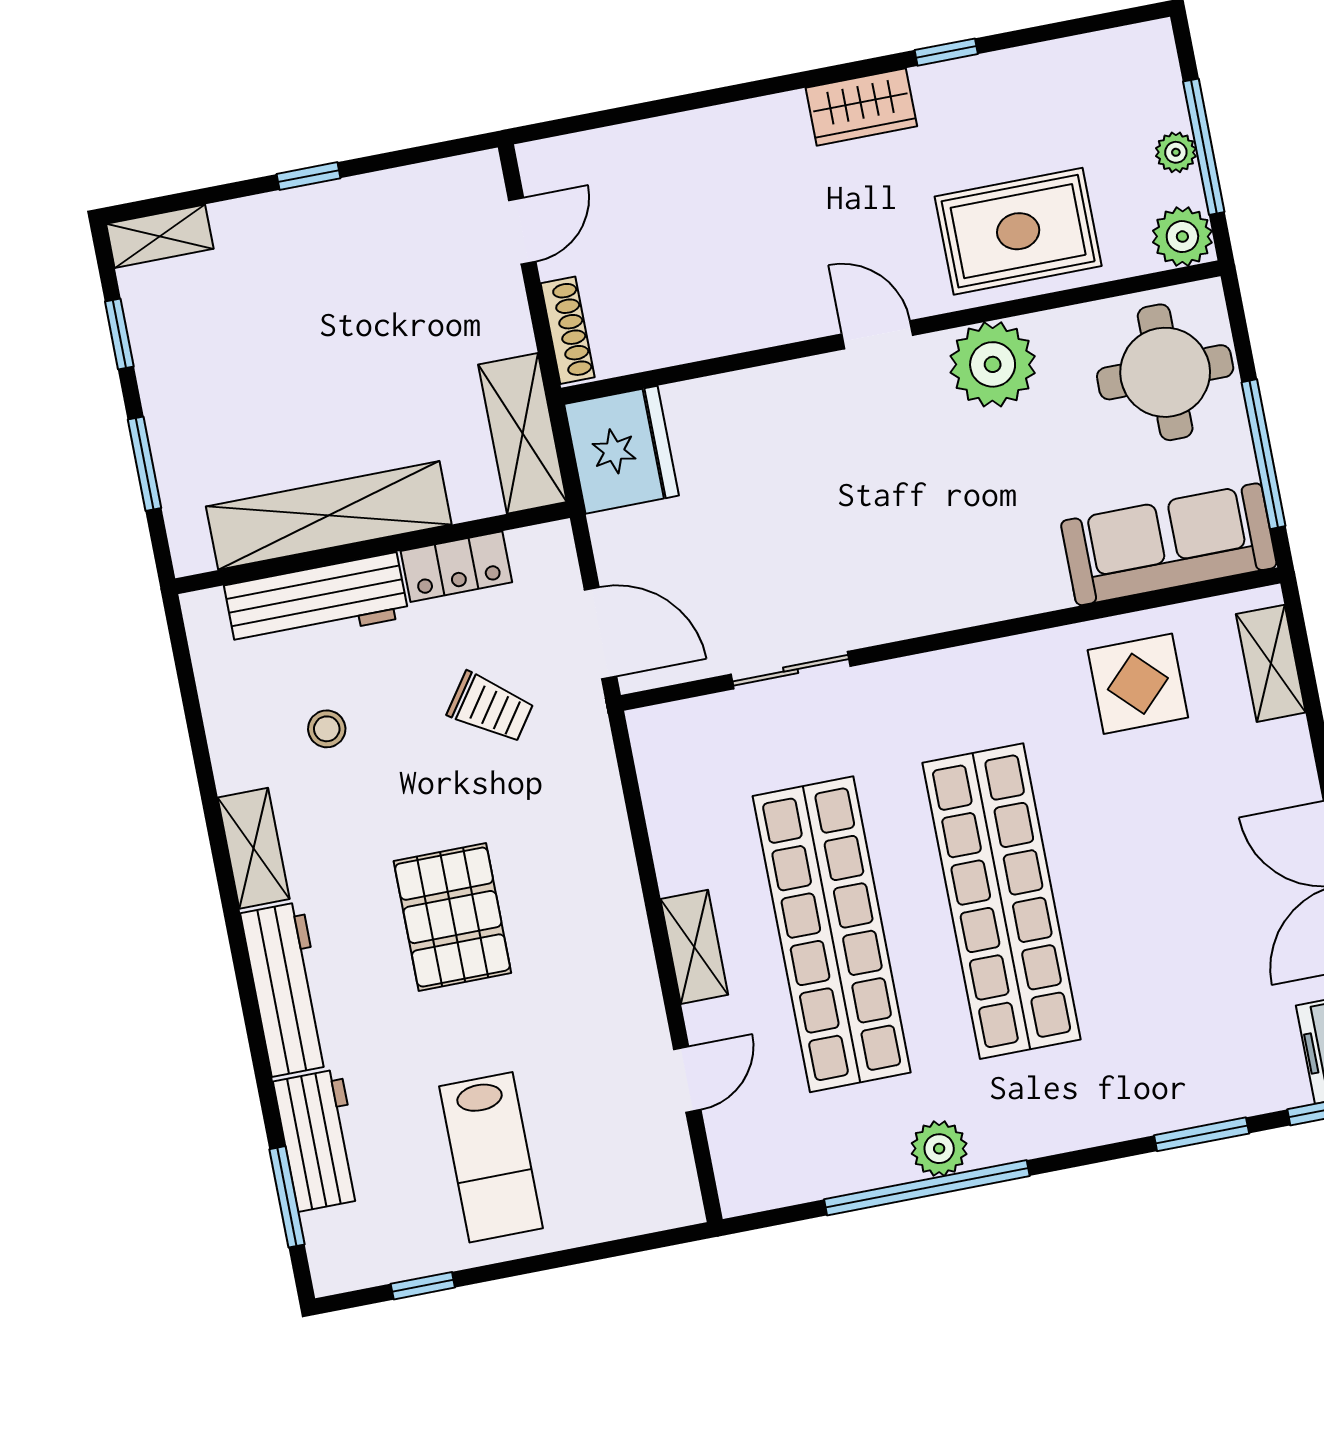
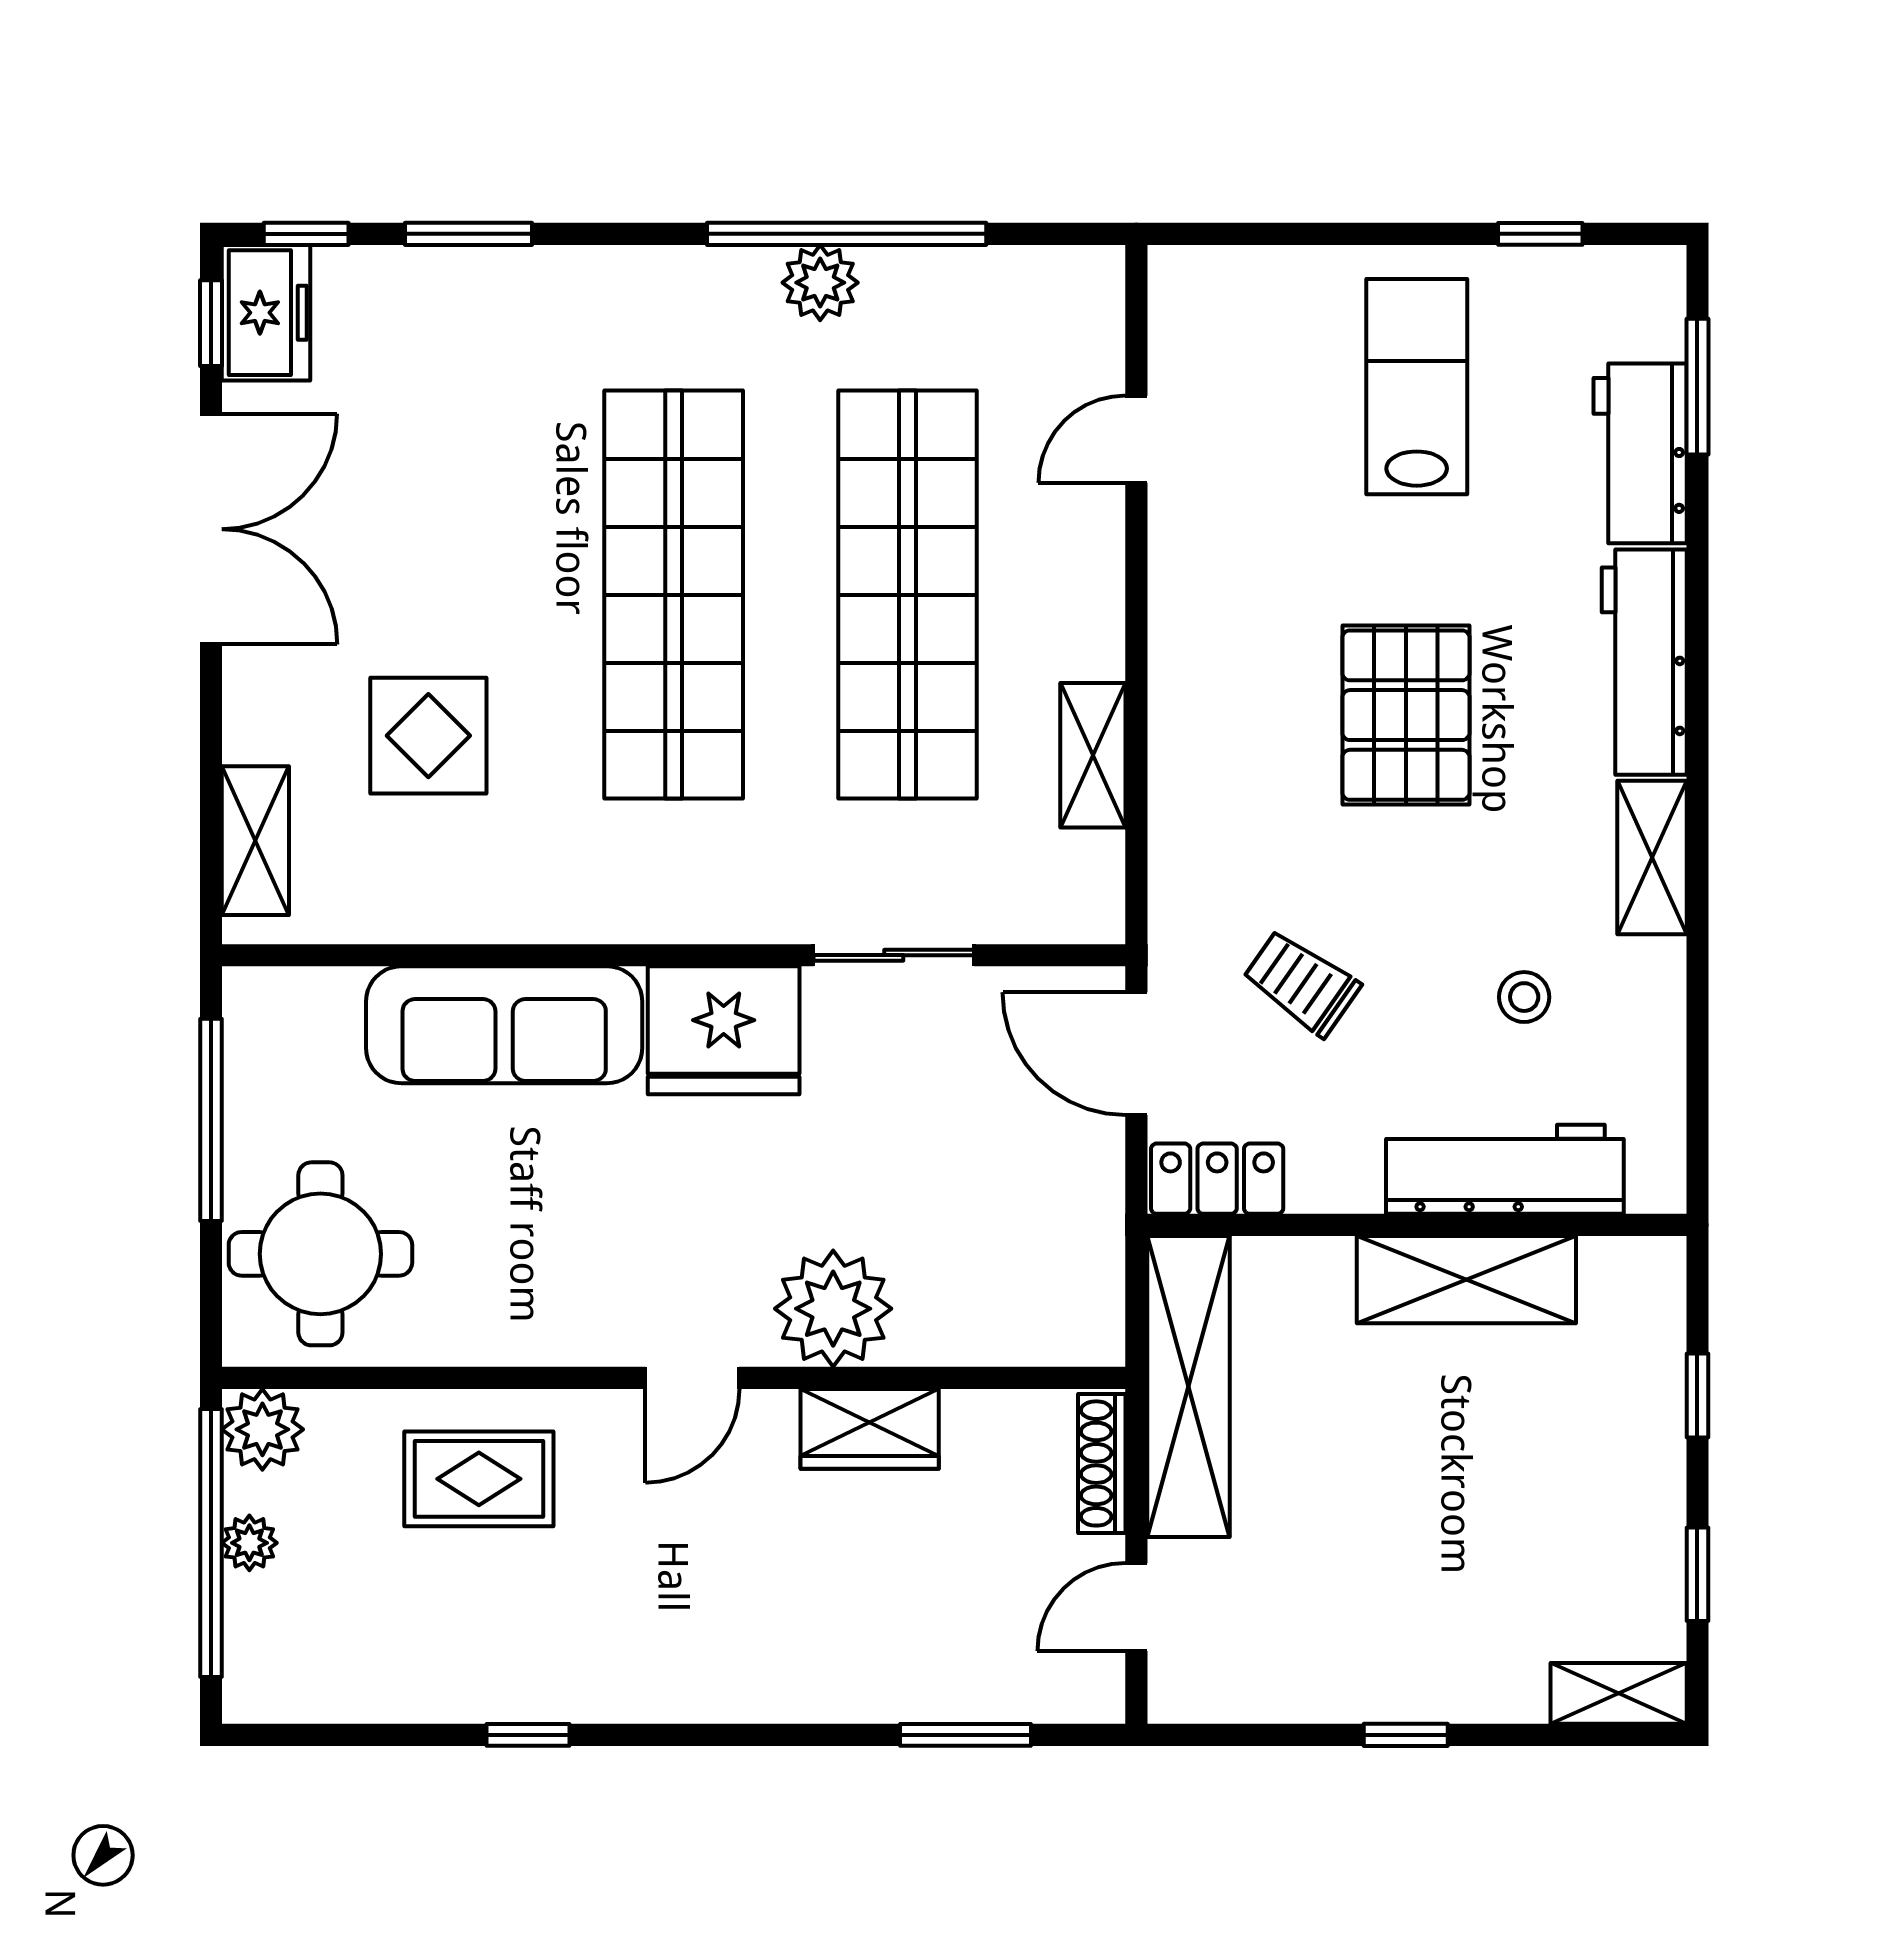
wardrobe: (861, 107) -> (870, 1429), moved, turned 180
window: (628, 114) -> (966, 1735), added
window: (1204, 147) -> (211, 1543), width x1.46
rug: (1018, 231) -> (479, 1479), width x0.73, depth x0.70
door: (877, 335) -> (692, 1378), hinge flipped
plant: (993, 364) -> (833, 1309), moved
shelving: (522, 433) -> (1188, 1386), width x1.47
fridge: (621, 450) -> (724, 1030), moved, turned -90
window: (145, 464) -> (1697, 1396), width x0.67
shelving: (329, 515) -> (1466, 1280), width x0.68
sofa: (1169, 544) -> (504, 1025), moved
locker: (456, 567) -> (1217, 1179), moved
display table: (1138, 684) -> (428, 736), moved
shelving: (694, 947) -> (1093, 755), moved

